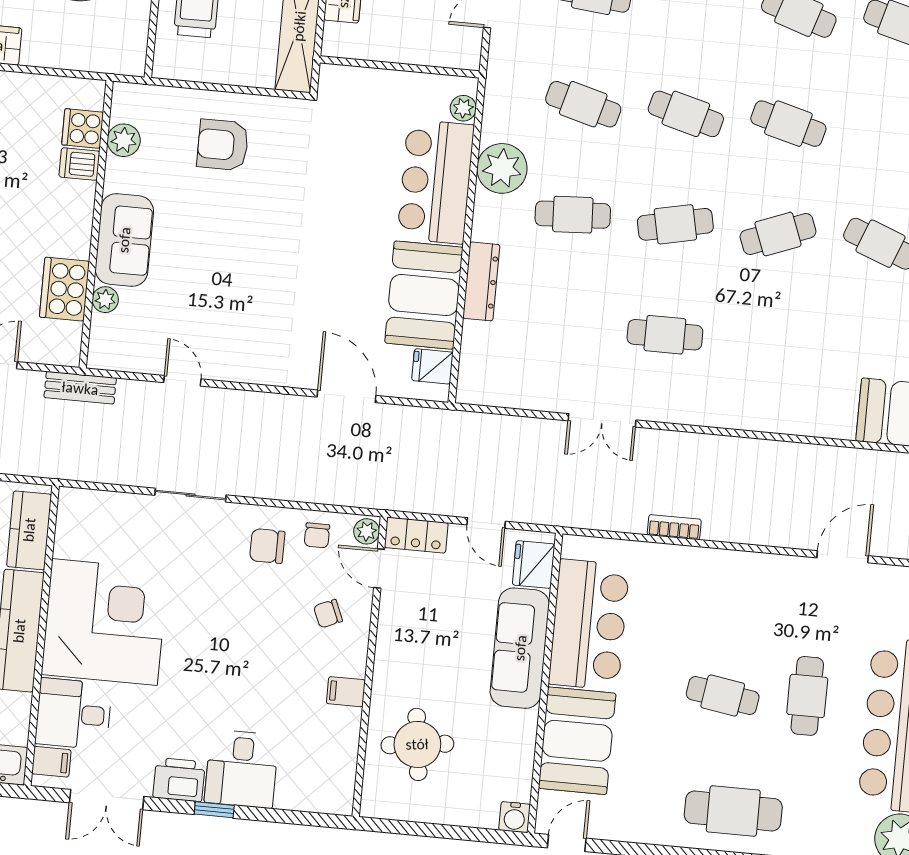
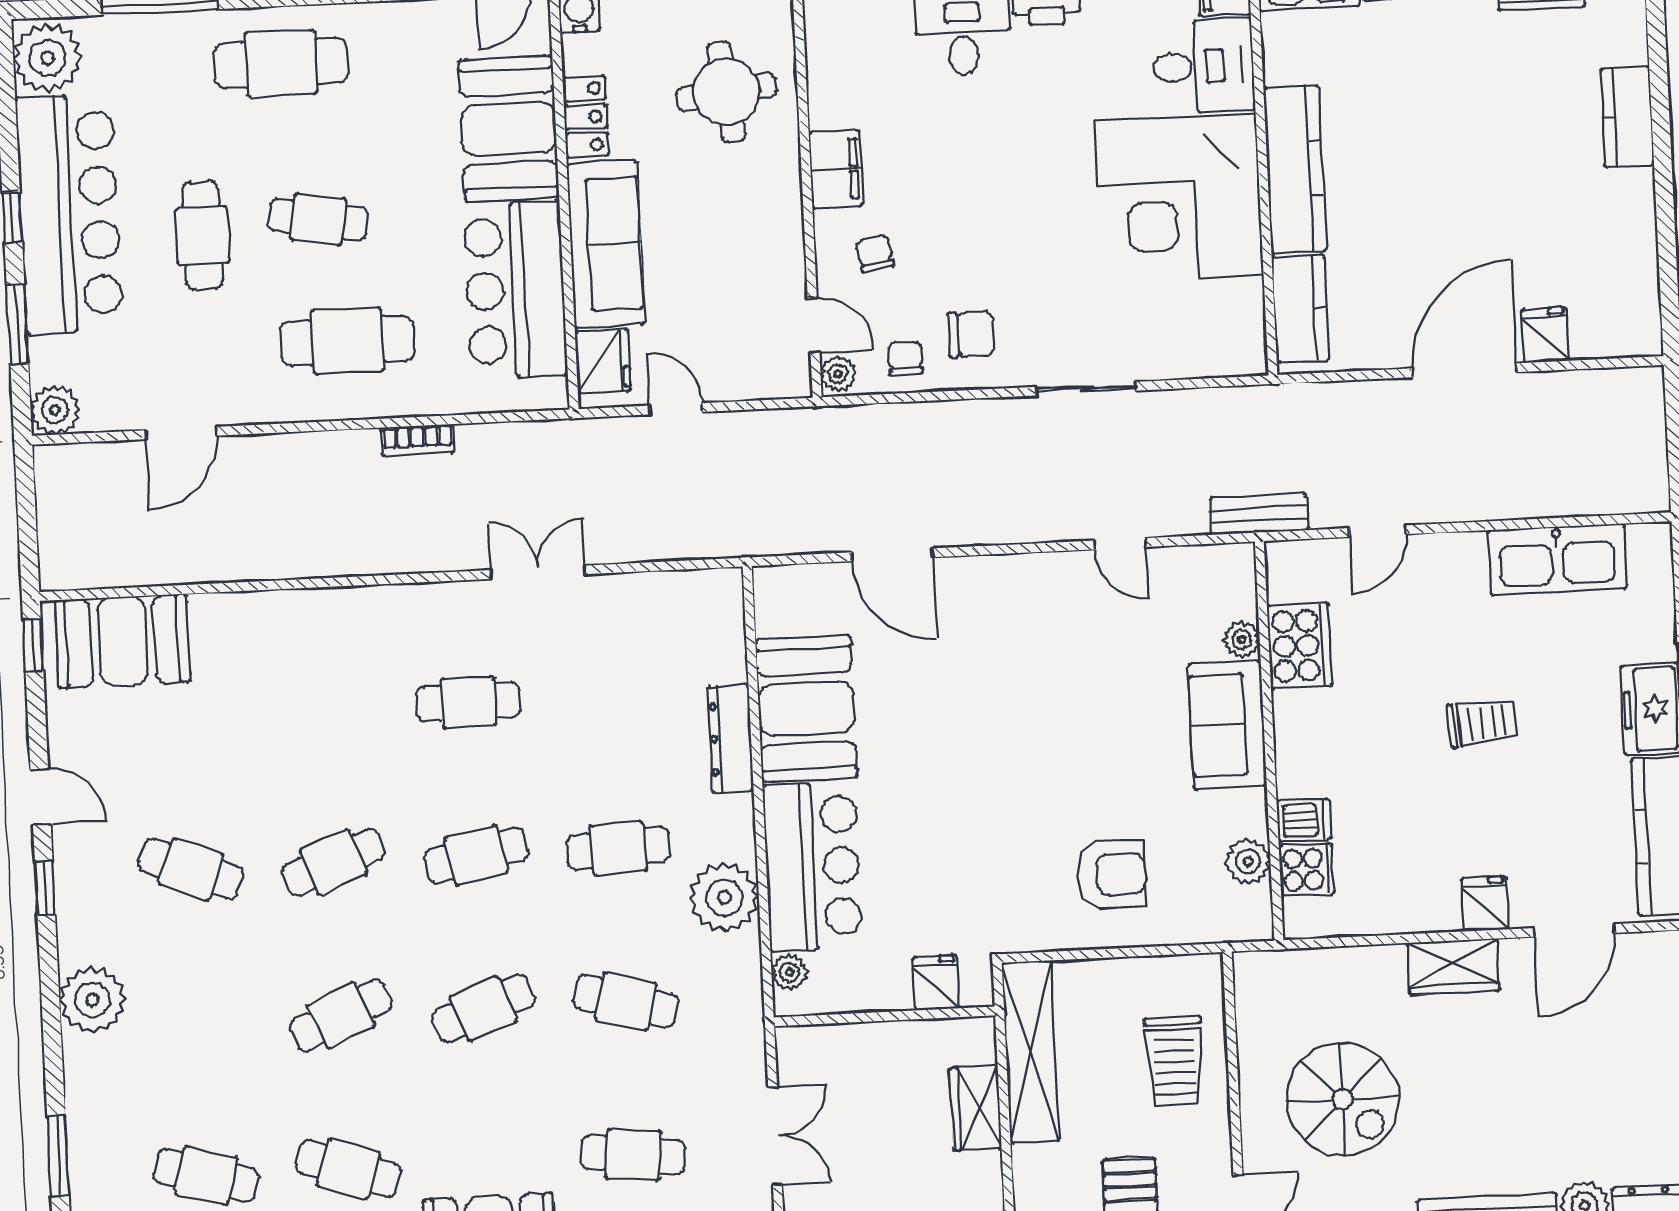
cafe table: (686, 114) -> (483, 1008), turned -36
cafe table: (788, 124) -> (341, 1015), turned -39
fridge: (432, 366) -> (936, 983), moved, turned -90
locker: (416, 535) -> (586, 117), moved, turned 90
cafe table: (714, 605) -> (348, 341), added
chair: (328, 614) -> (875, 253), turned -77
filing cabinet: (346, 692) -> (836, 169), width x2.00

